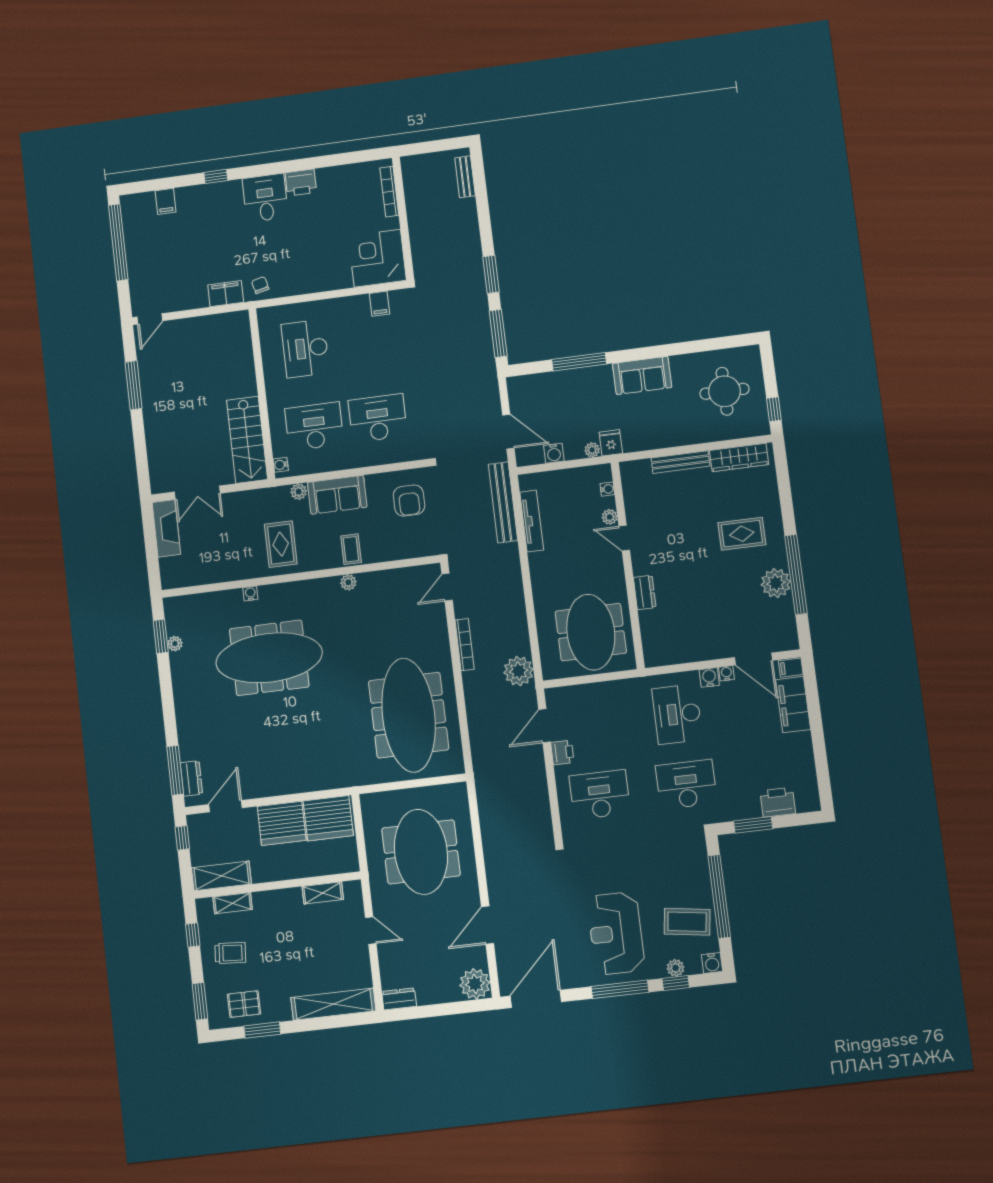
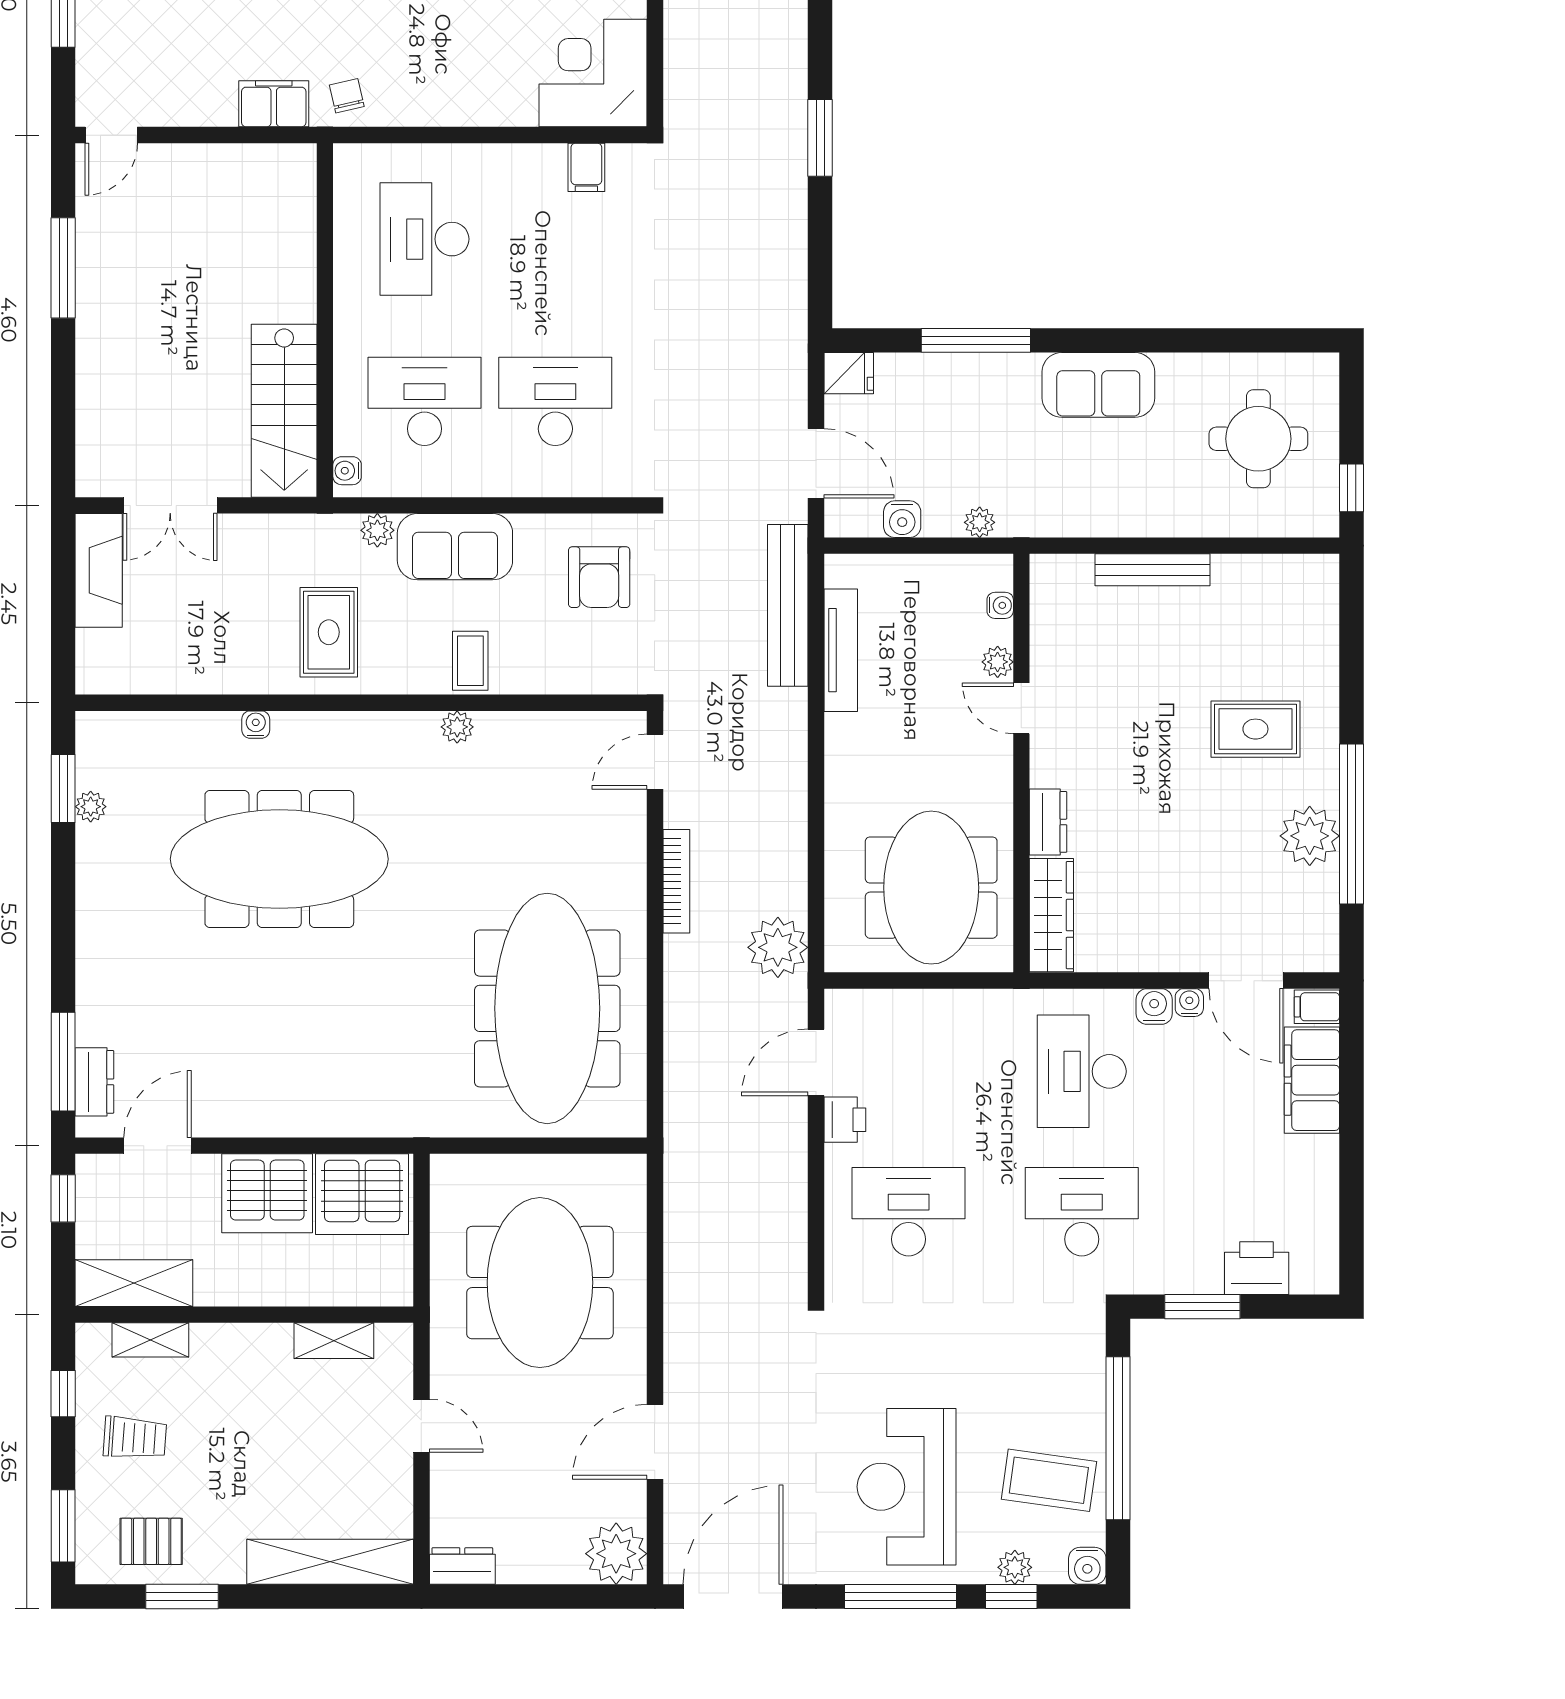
window: (498, 333) -> (820, 261), removed
fridge: (611, 443) -> (849, 373), moved, turned 90
wardrobe: (739, 457) -> (1051, 915), moved, turned -90

